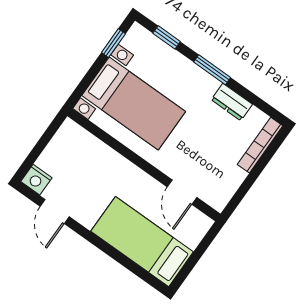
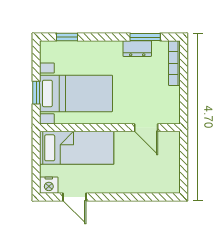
window: (113, 43) -> (36, 93), moved
window: (212, 70) -> (145, 37), moved
bed: (142, 242) -> (77, 148), moved, turned 180

